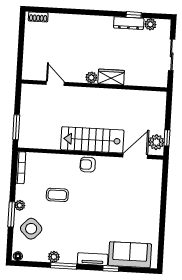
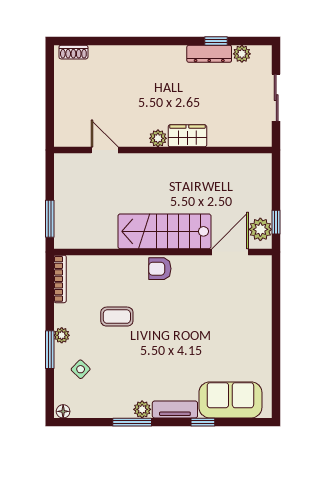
side table: (31, 229) -> (81, 369), width x0.54, depth x0.54
plant: (54, 257) -> (142, 409), moved

